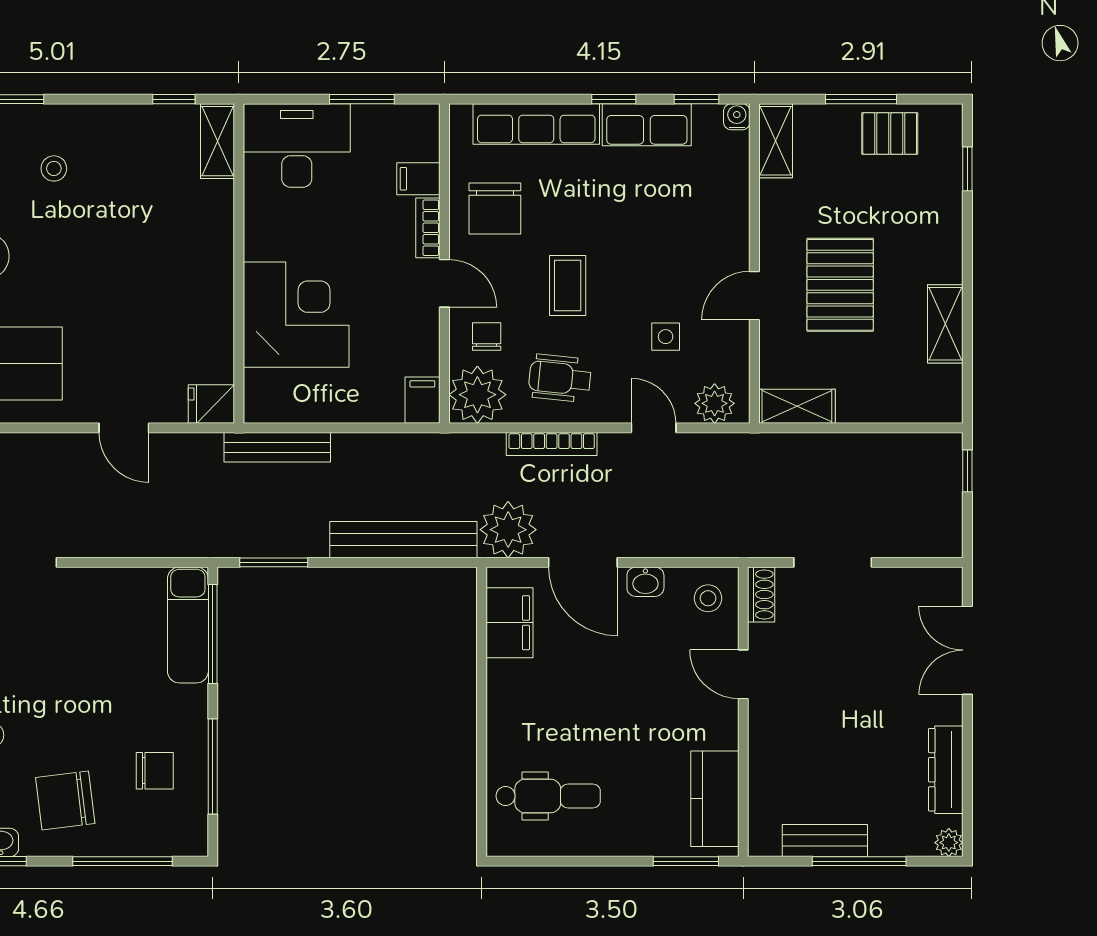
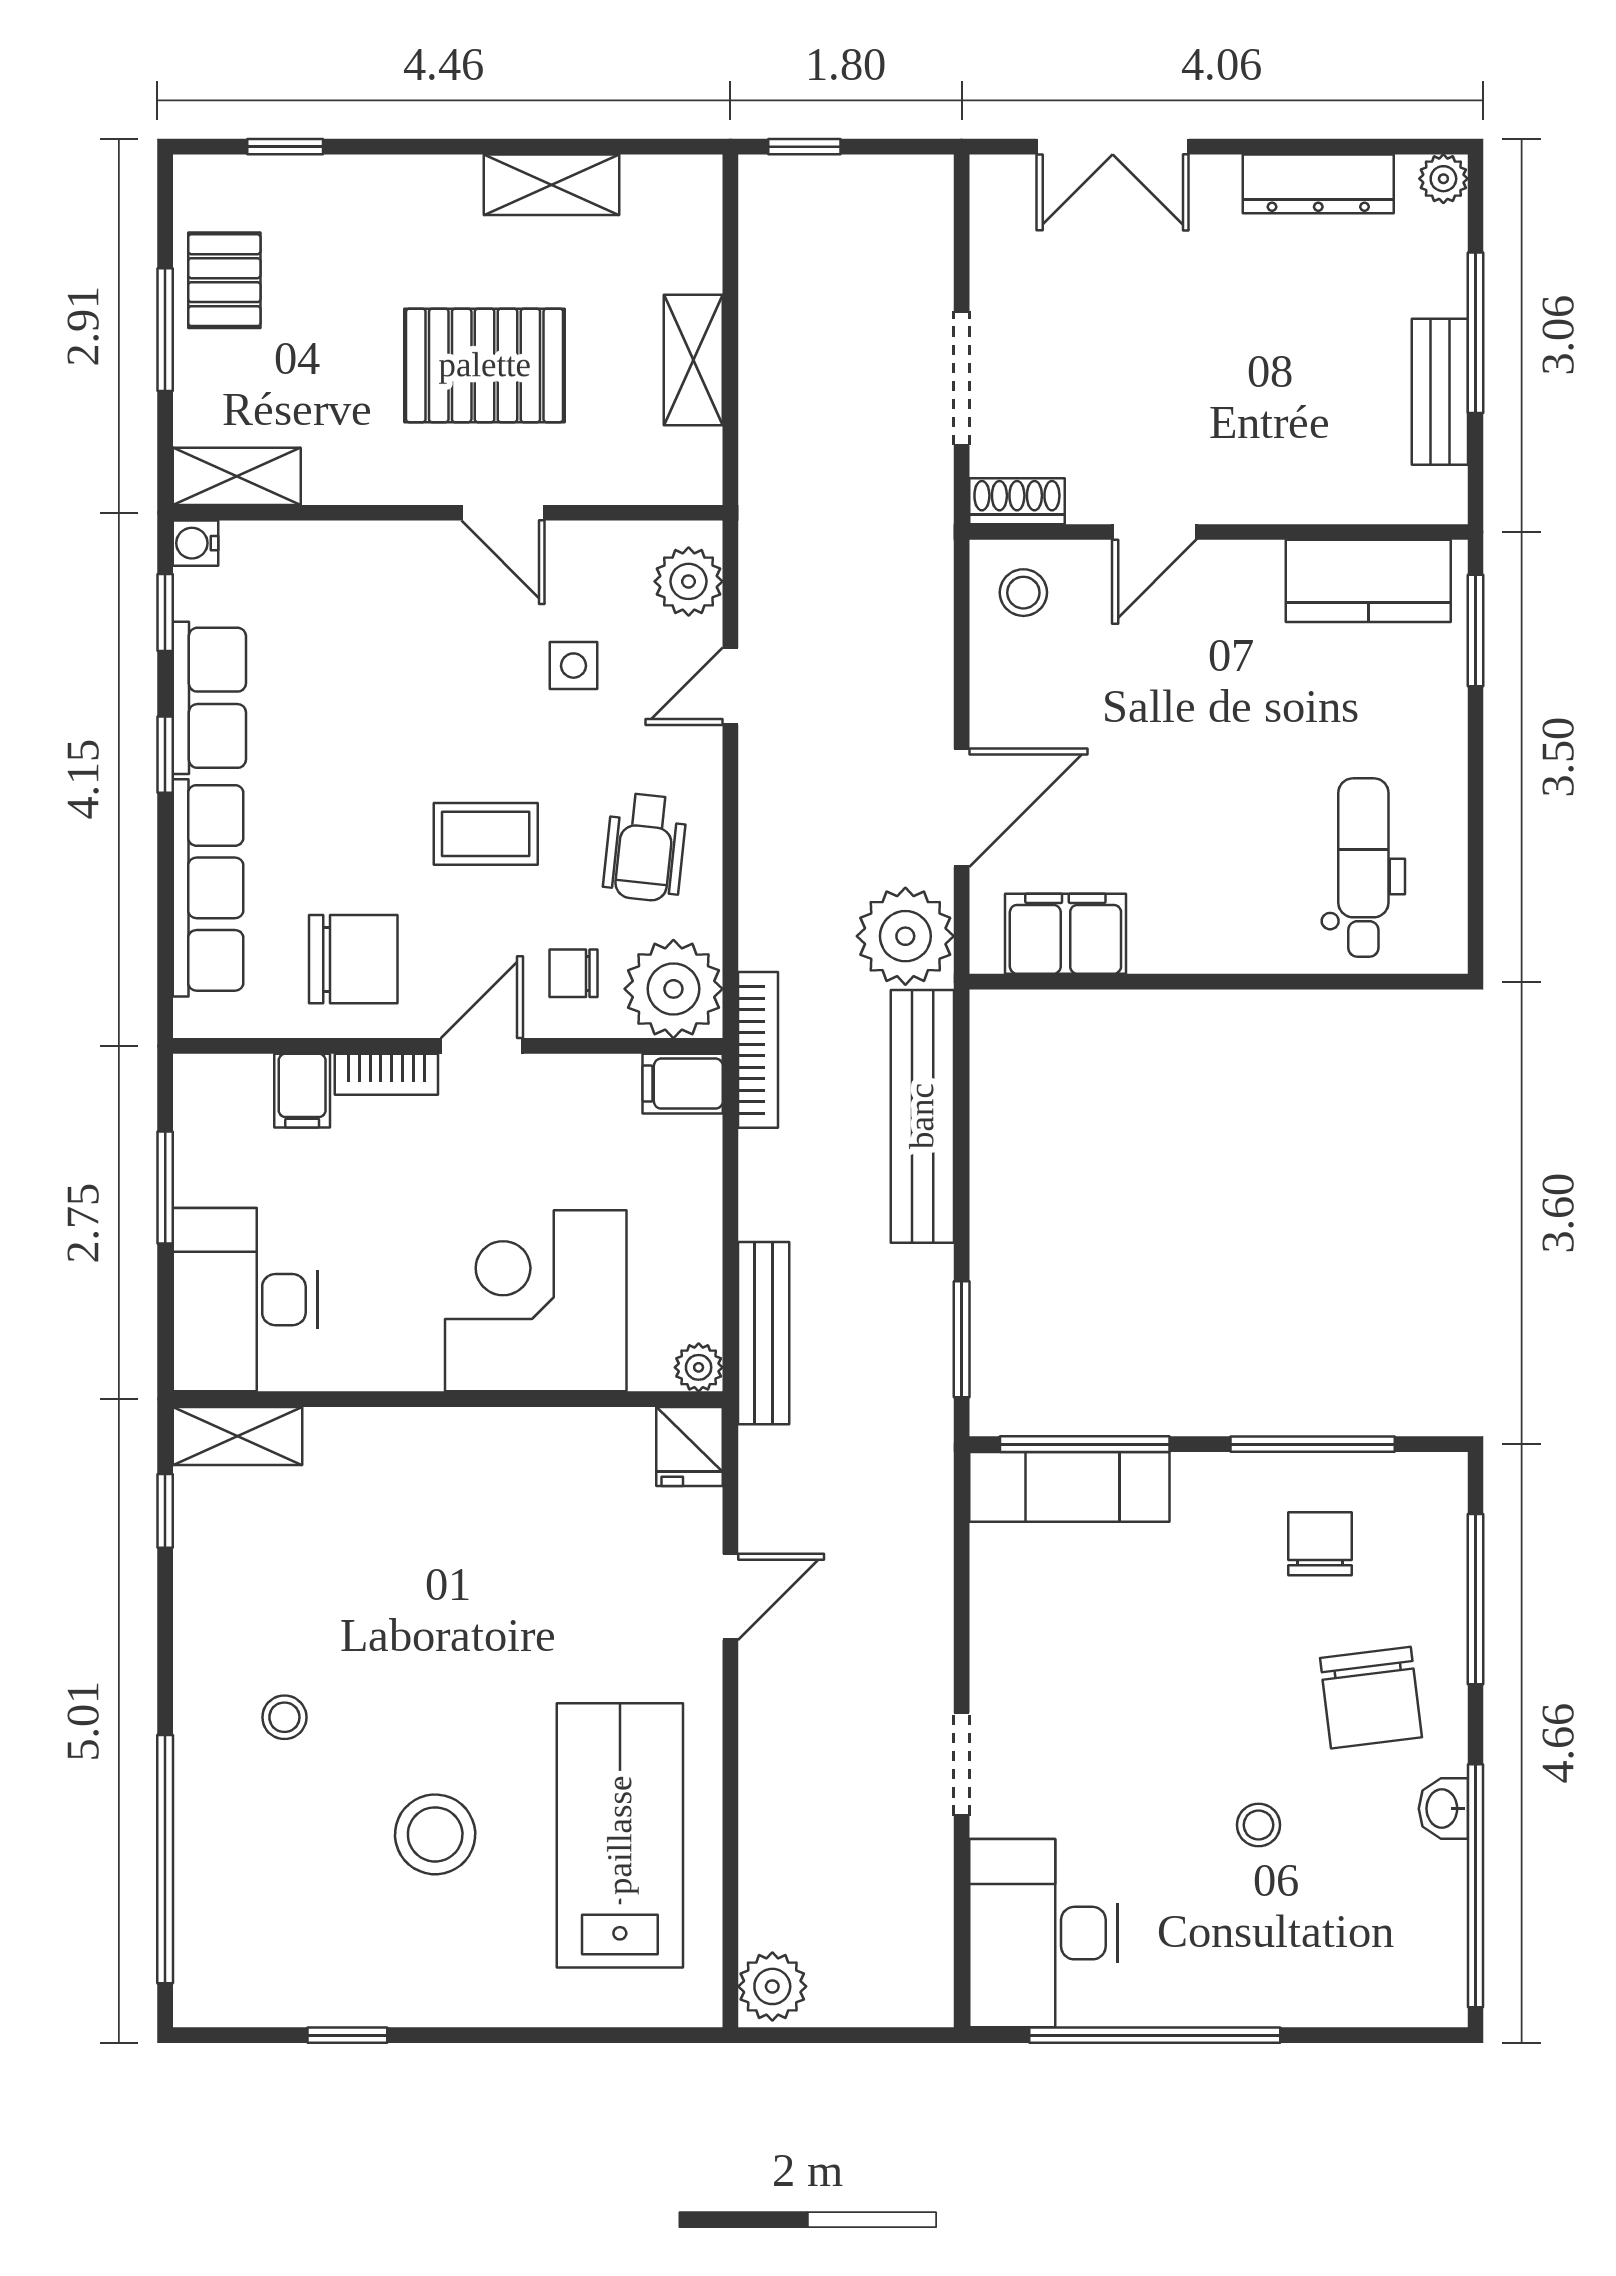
shelving: (797, 406) -> (693, 360), moved
plant: (257, 409) -> (699, 1367), added
bookcase: (552, 444) -> (758, 1050), moved
washbasin: (645, 582) -> (995, 700), removed

